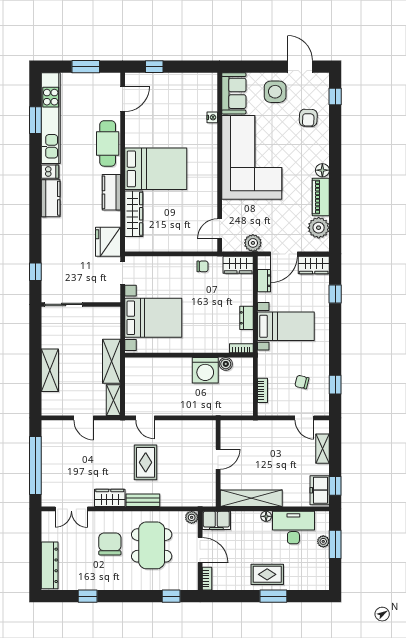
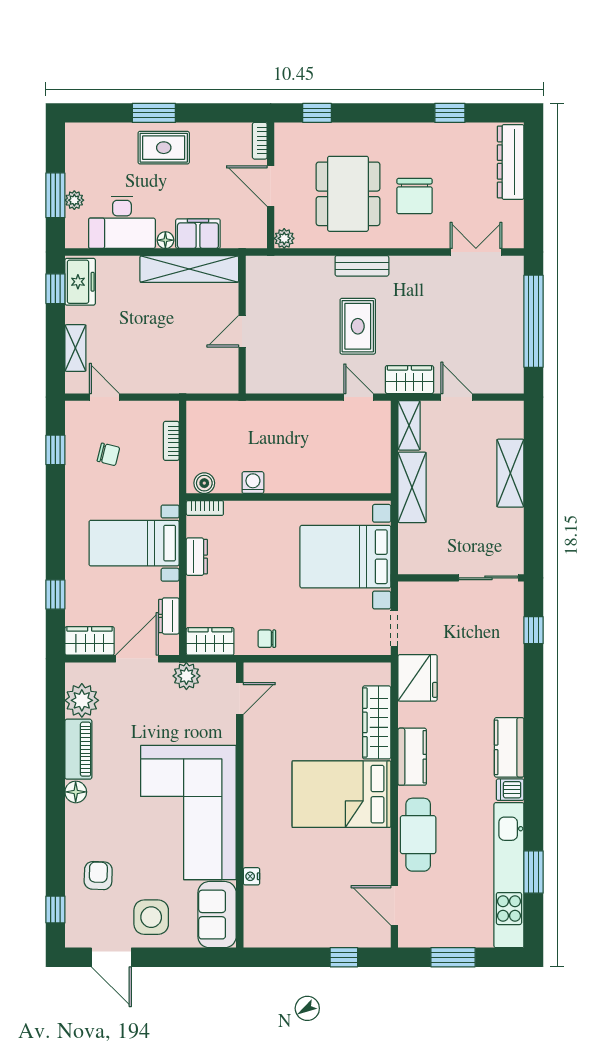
door: (123, 99) -> (394, 905), hinge flipped
boiler: (226, 364) -> (204, 483), moved
washing machine: (205, 370) -> (253, 483), width x0.53, depth x0.53
wardrobe: (110, 498) -> (409, 380), moved, turned 180
filing cabinet: (216, 520) -> (198, 234), moved

